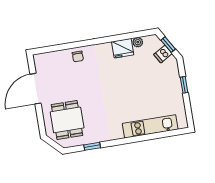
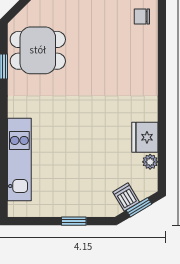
chair: (78, 56) -> (142, 16), moved
dining table: (67, 120) -> (38, 50), moved

